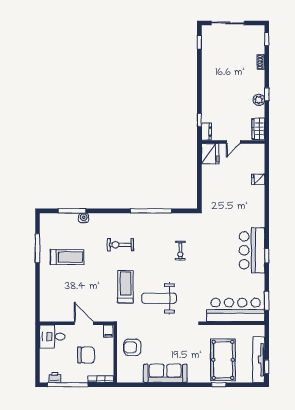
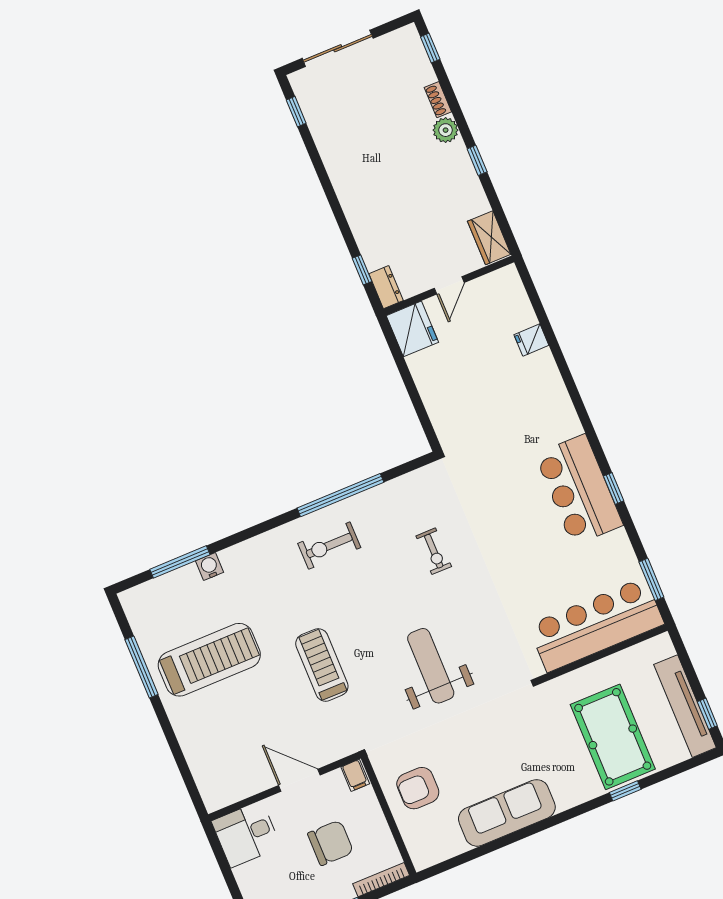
plant: (259, 100) -> (446, 130), moved
exercise bike: (120, 245) -> (329, 545), moved
treadmill: (67, 257) -> (209, 660), width x1.37, depth x1.38
treadmill: (126, 287) -> (322, 665), moved
weight bench: (159, 298) -> (431, 666), turned 90

